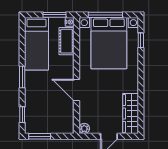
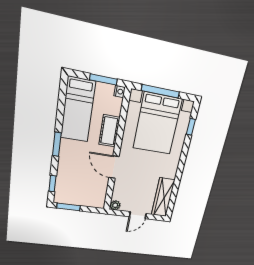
cot: (67, 41) -> (109, 131), moved

